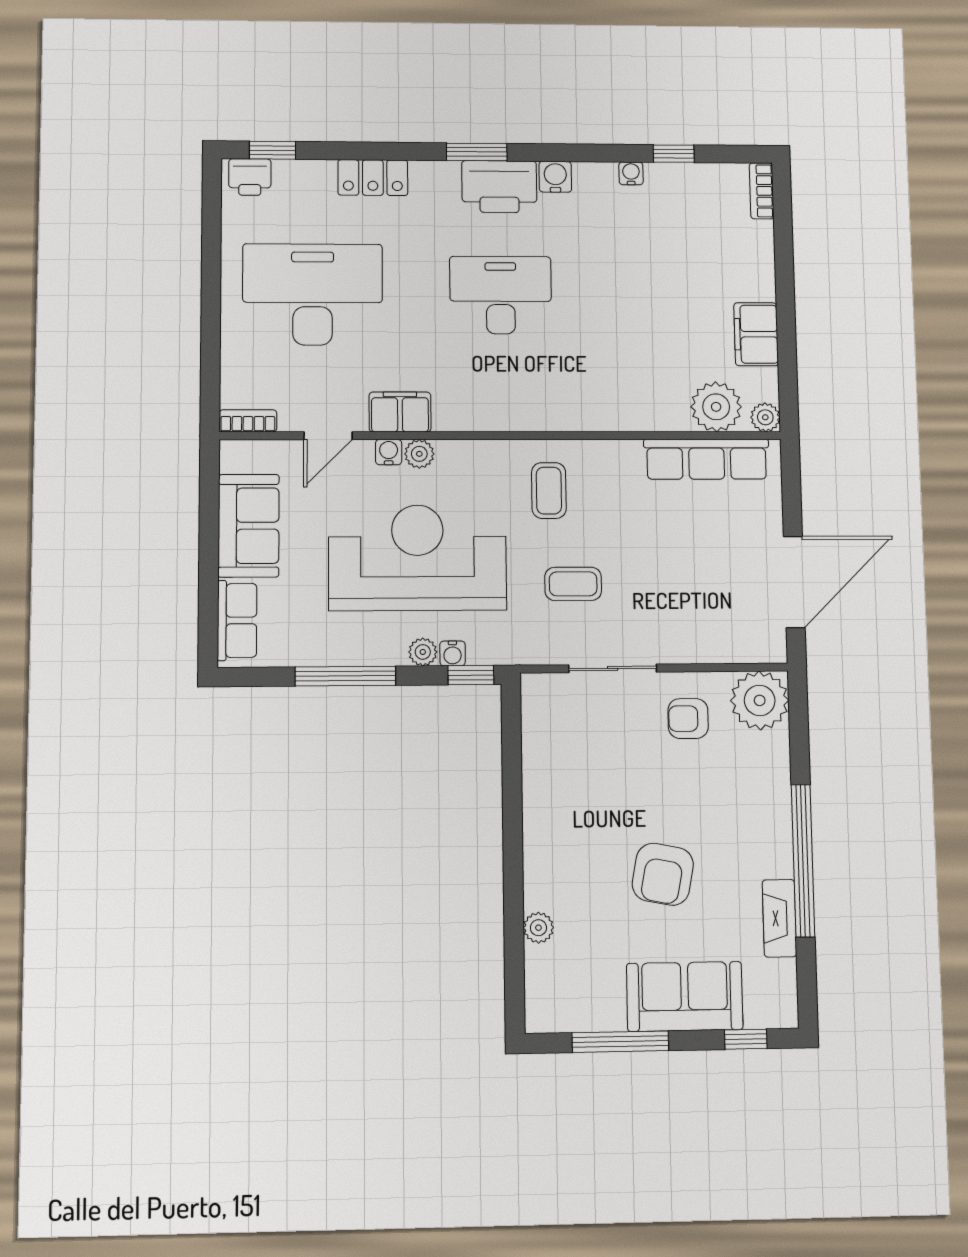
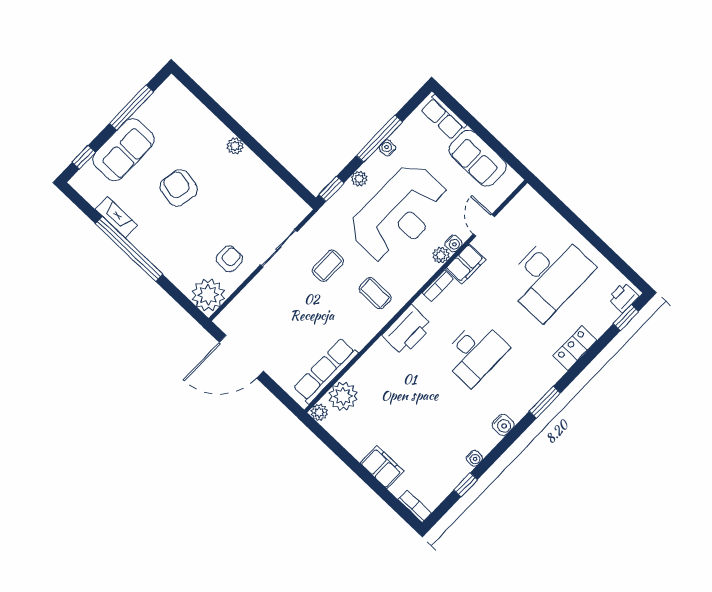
printer: (499, 187) -> (407, 330), moved, turned 180
filing cabinet: (756, 334) -> (382, 467), moved
bookcase: (248, 421) -> (438, 286), moved
door: (794, 582) -> (241, 357), hinge flipped
water cooler: (453, 653) -> (387, 148), moved
plant: (538, 928) -> (235, 146), moved

